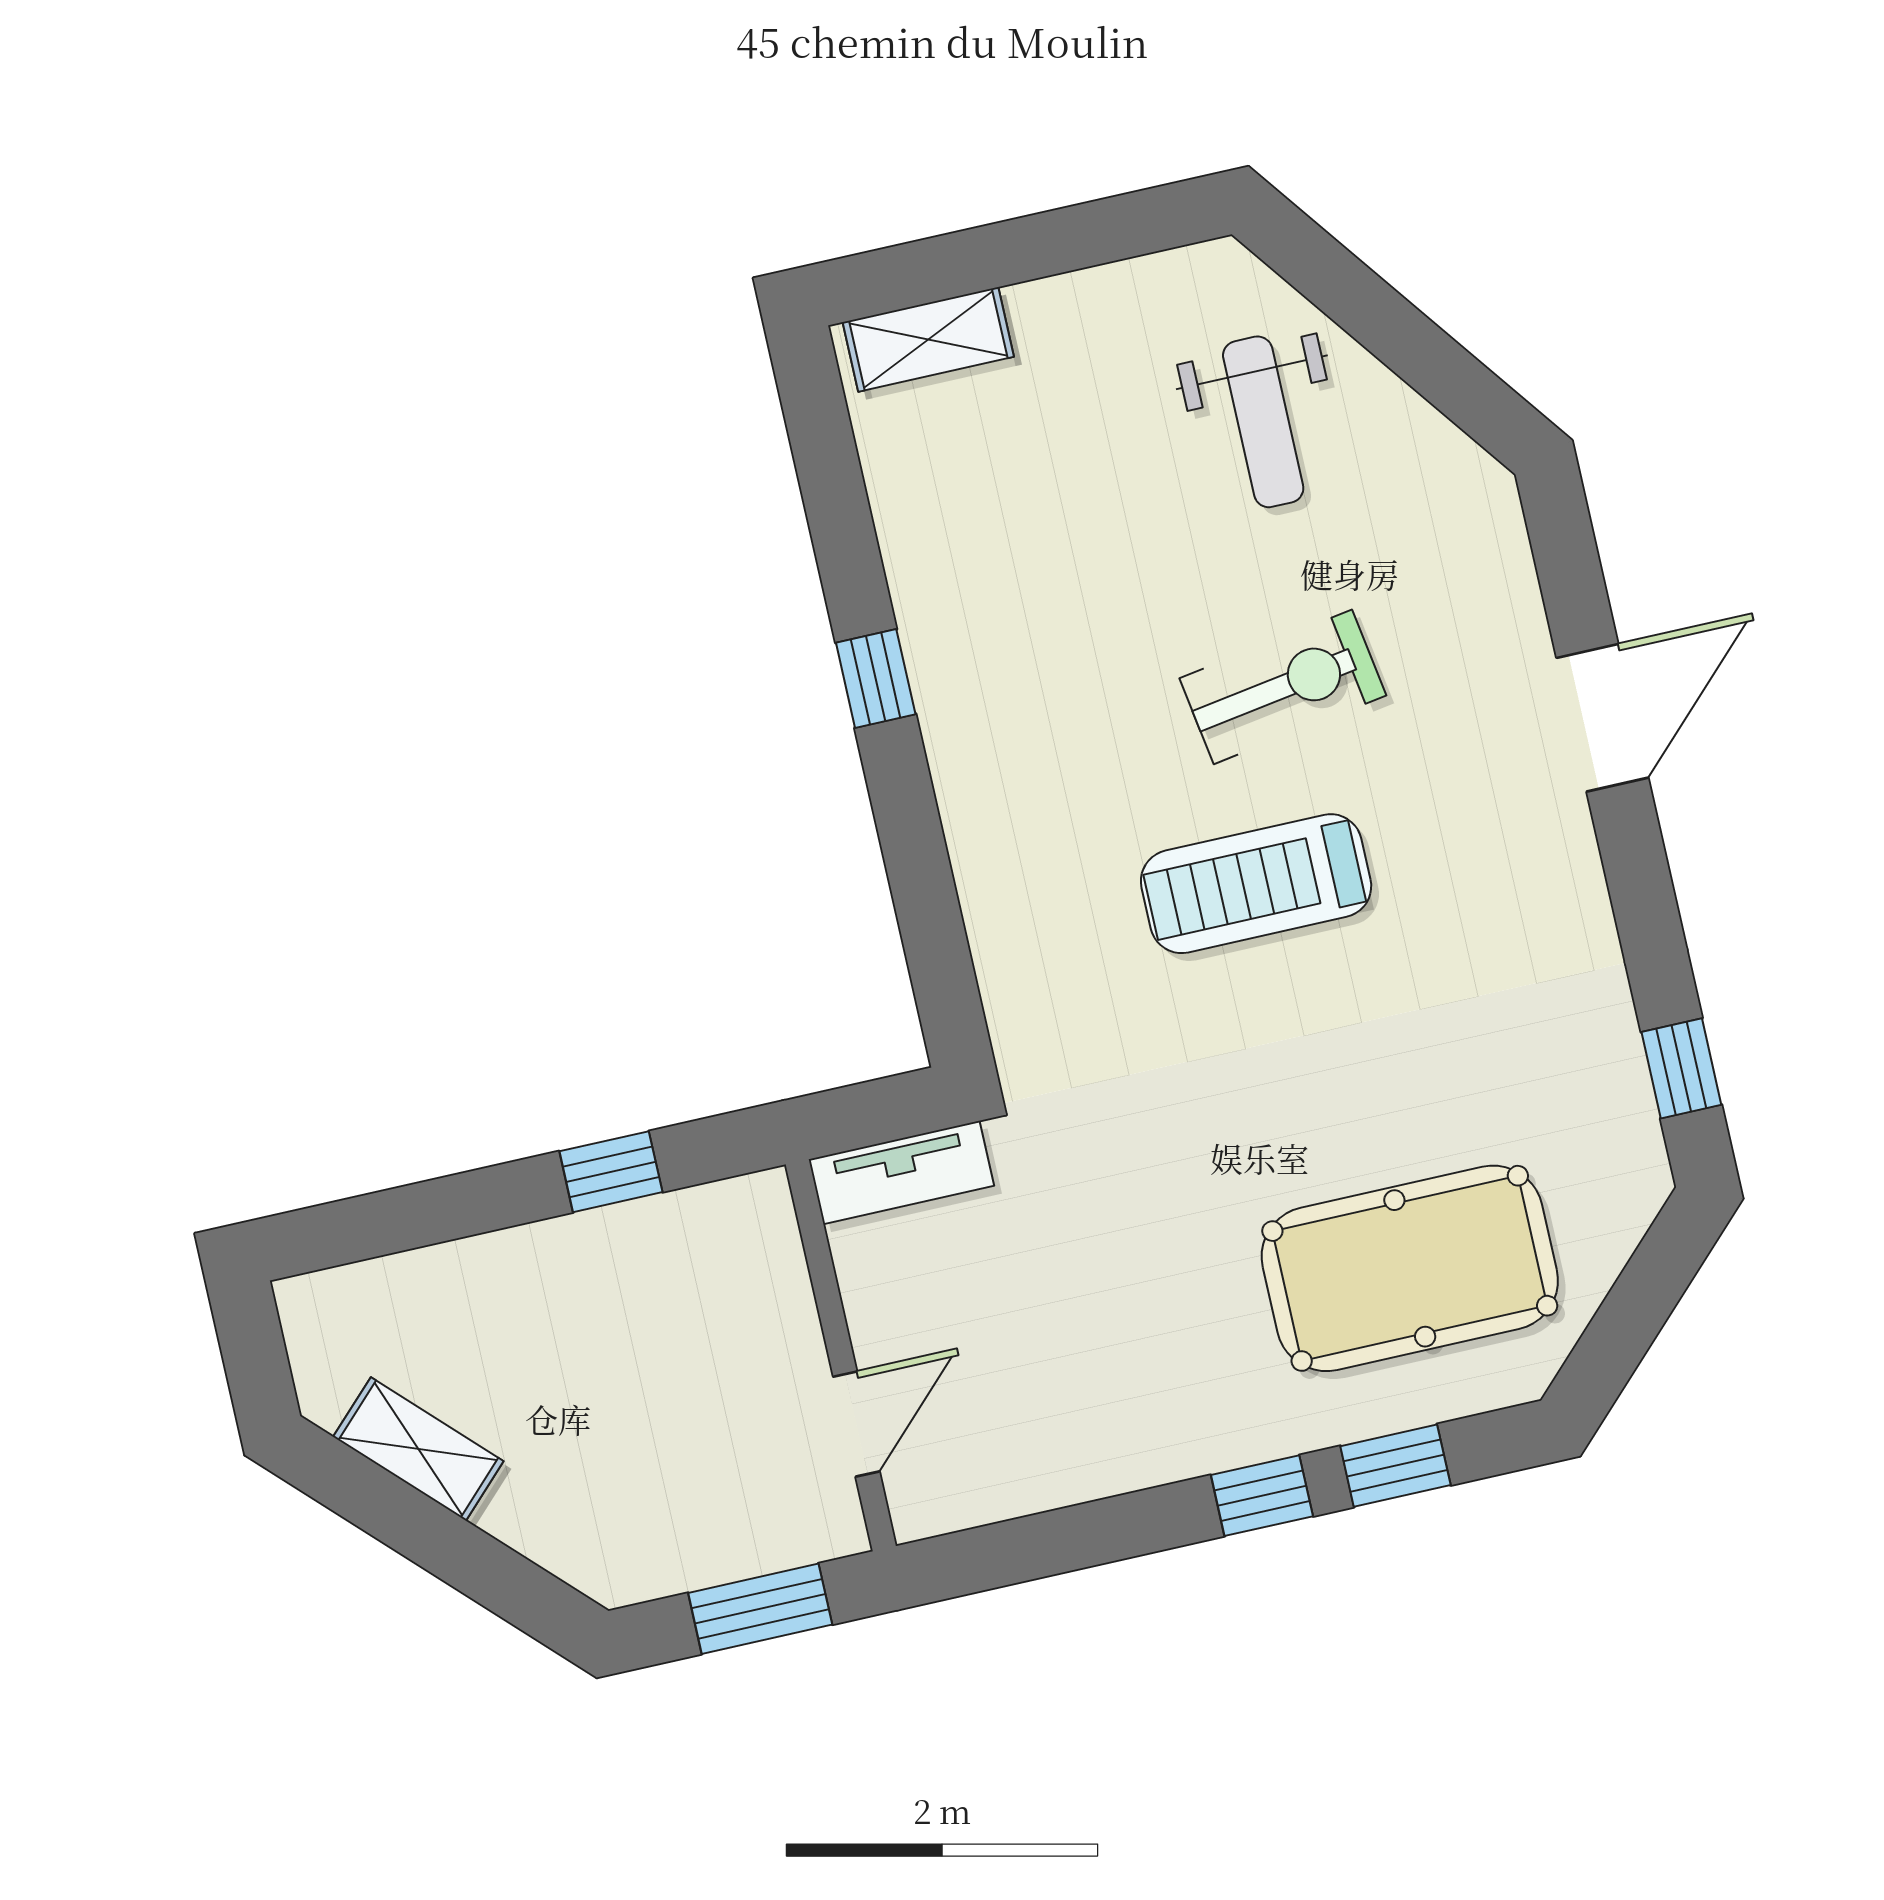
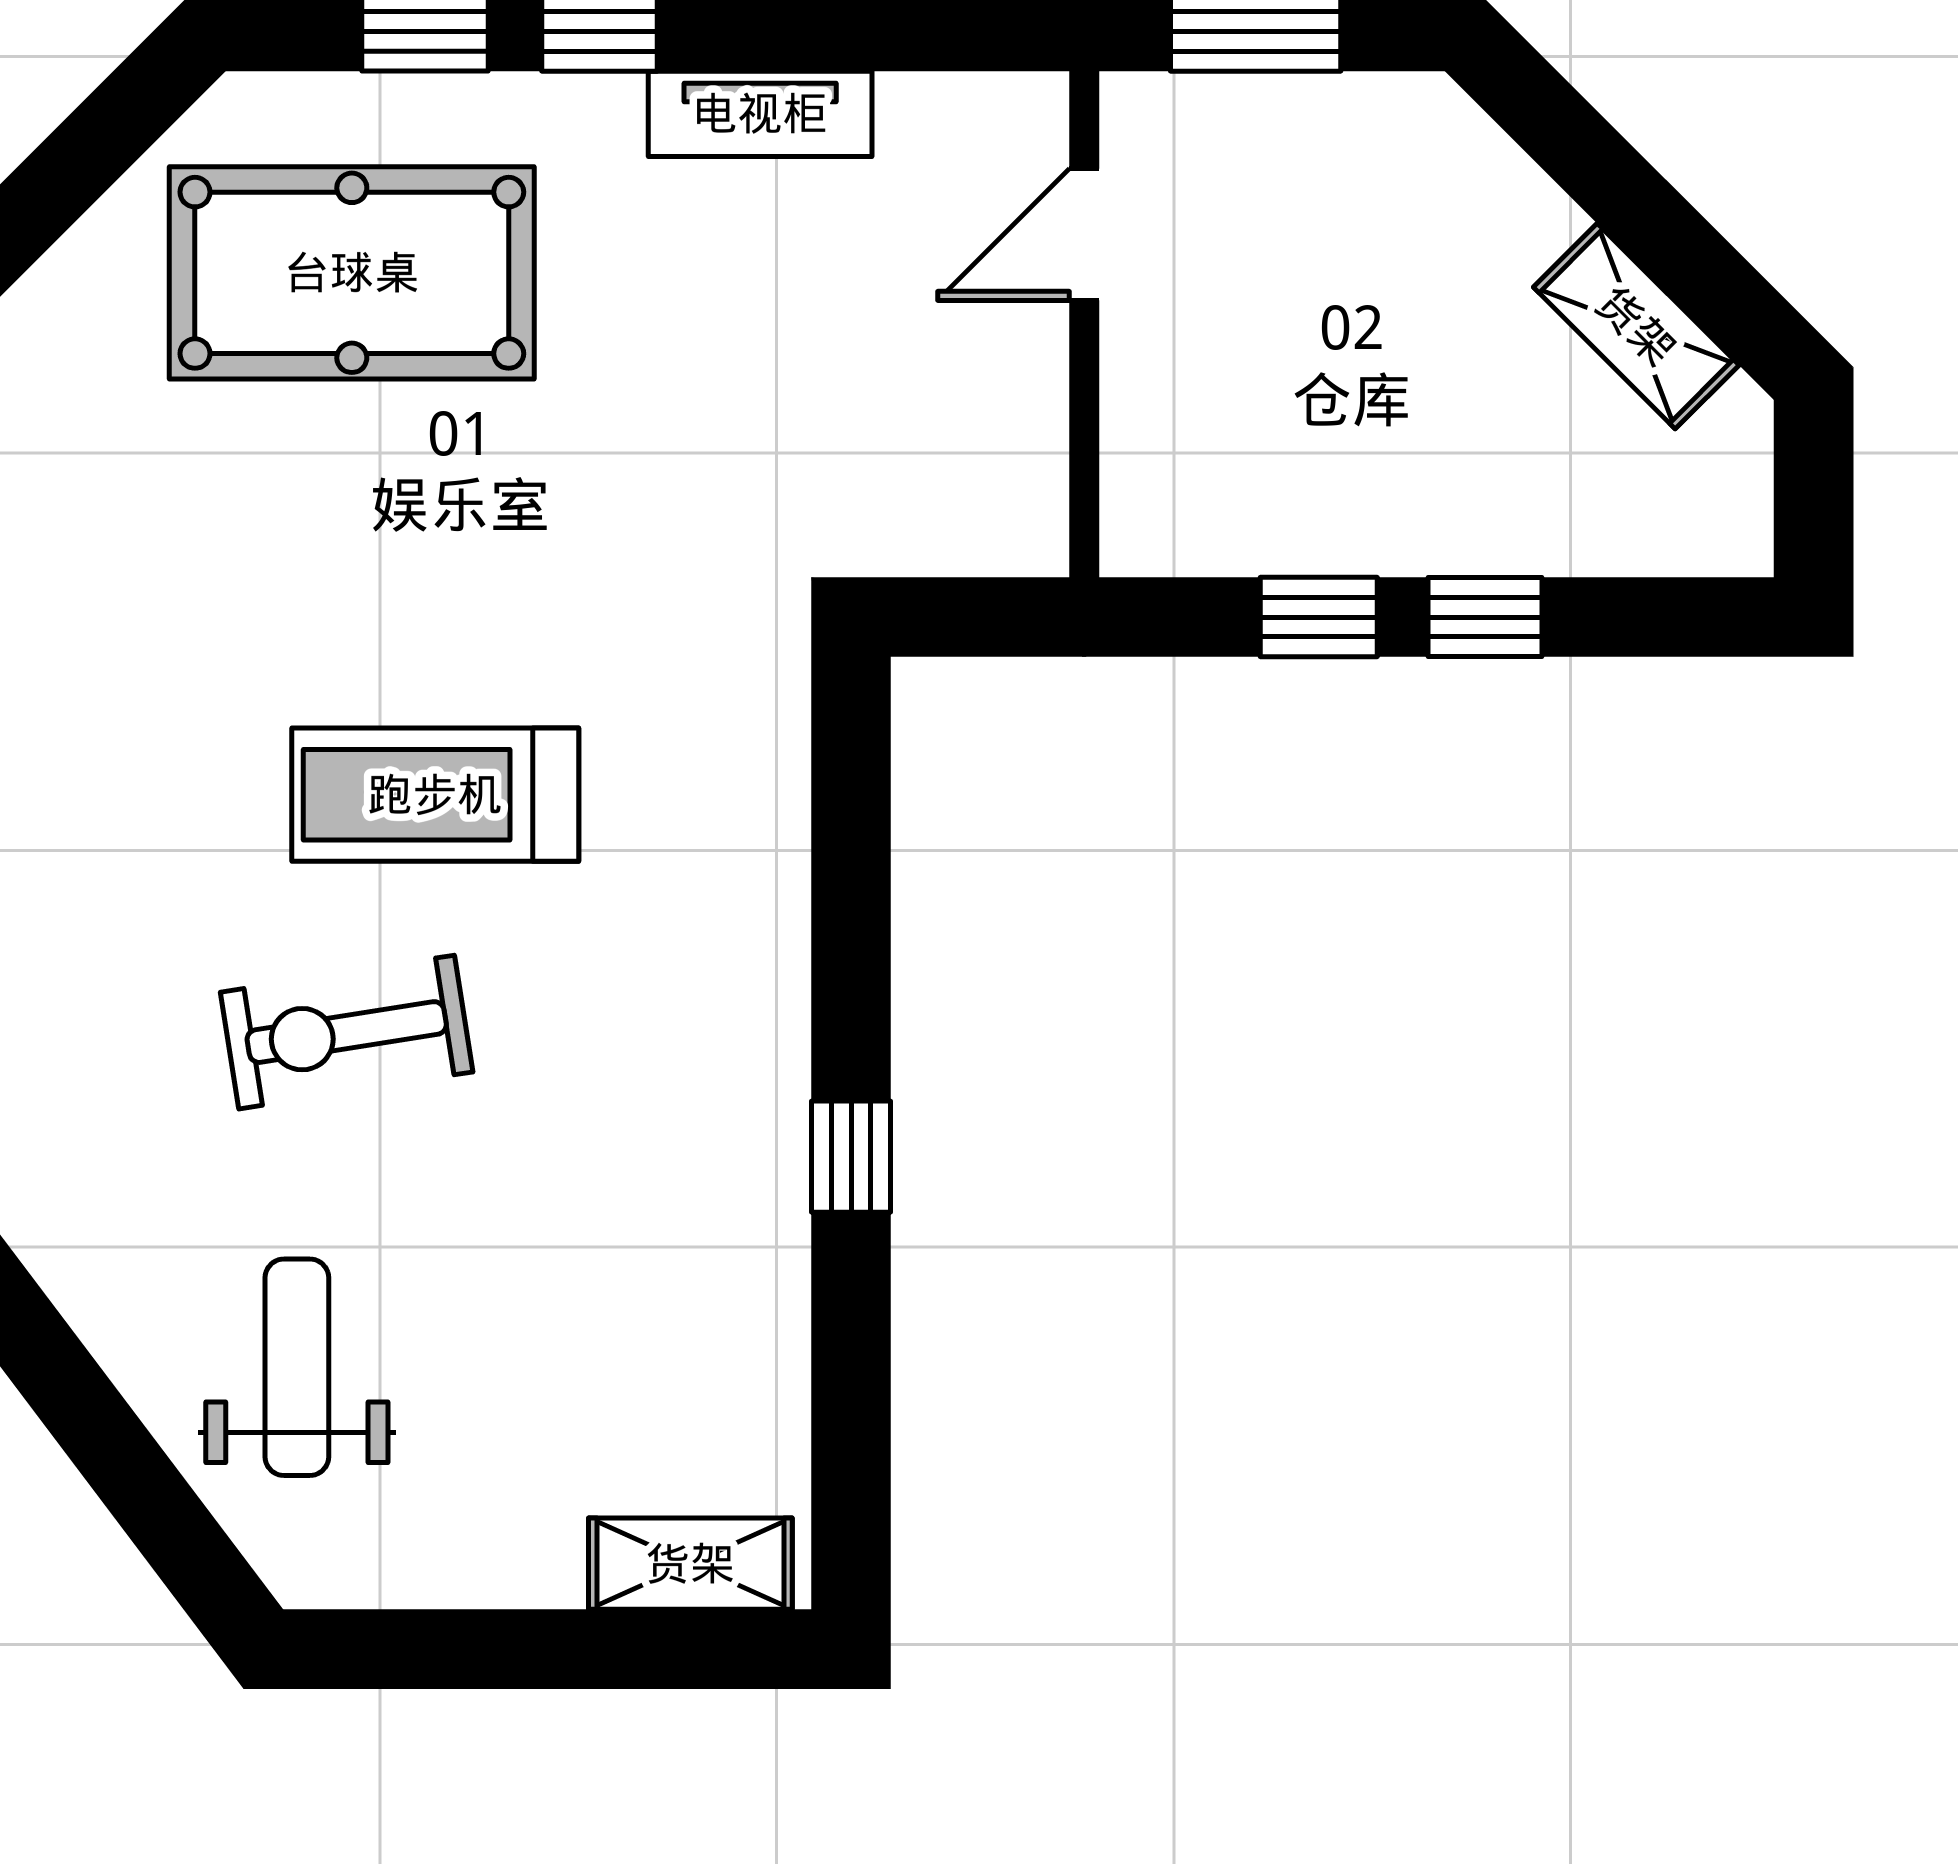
treadmill: (1256, 884) -> (435, 795), turned 180
tv unit: (901, 1172) -> (760, 114), moved, turned 180
window: (484, 1200) -> (1485, 617), added

